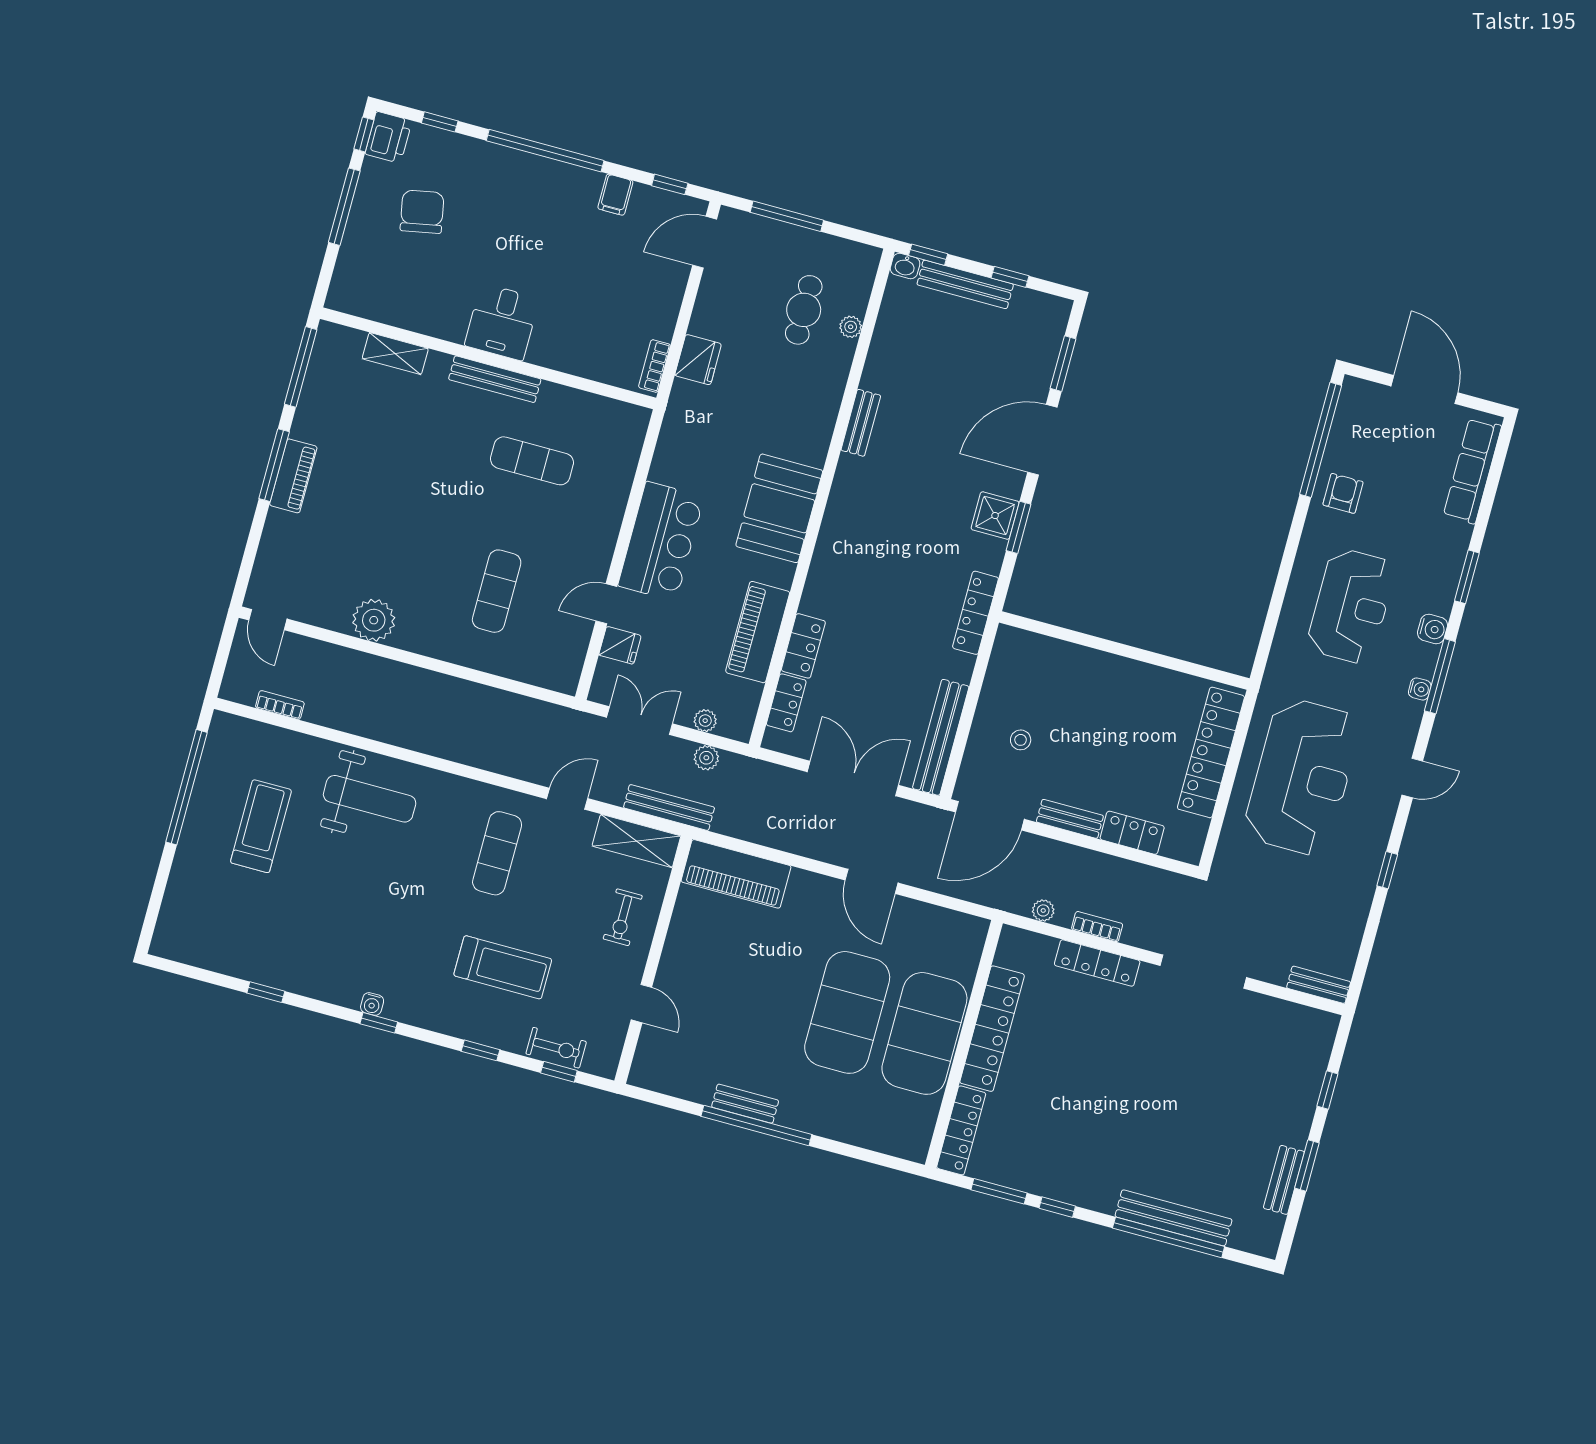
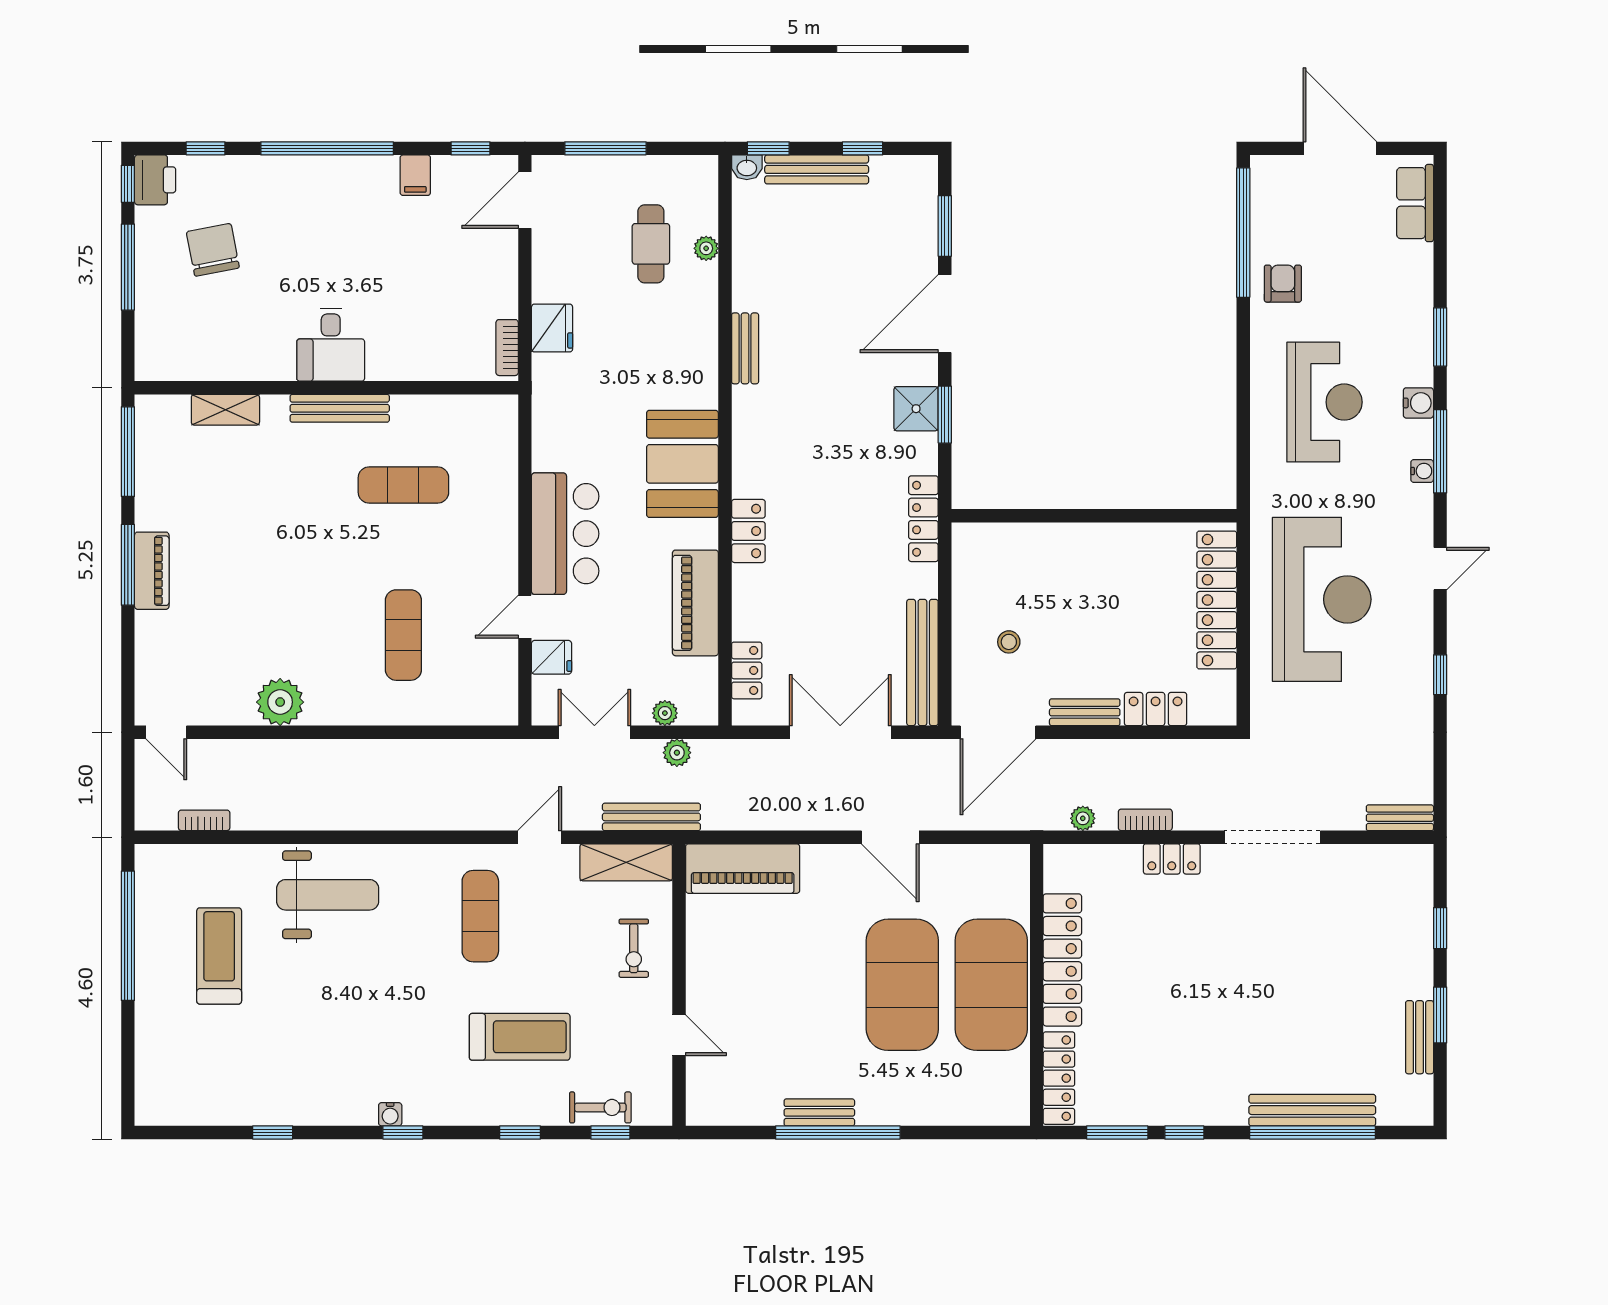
row of seats: (1472, 471) -> (1415, 203), width x0.68
locker: (803, 646) -> (748, 531), moved
locker: (1097, 963) -> (1172, 859), width x0.66

